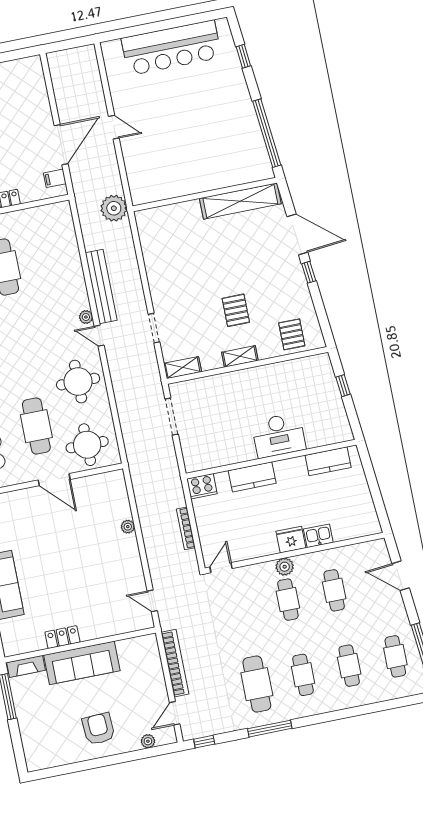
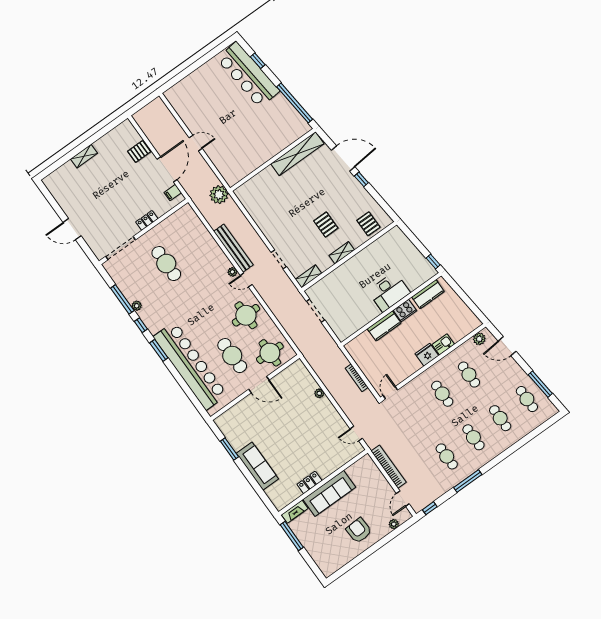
bar counter: (171, 48) -> (248, 75), moved, turned 84
pallet: (35, 105) -> (139, 151), added
window: (343, 386) -> (433, 262), moved
cooker: (202, 486) -> (405, 311), moved
plant: (285, 567) -> (479, 339), moved
cafe table: (257, 684) -> (447, 456), width x0.73, depth x0.74

